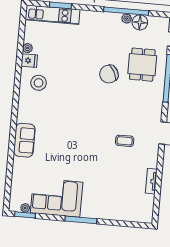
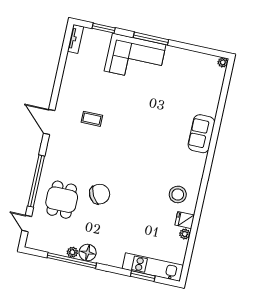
floor lamp: (140, 22) -> (88, 253), moved
tv unit: (151, 181) -> (75, 39), moved
corner sofa: (57, 198) -> (135, 58), moved
plant: (25, 208) -> (223, 62), moved
window: (25, 215) -> (104, 28), moved

